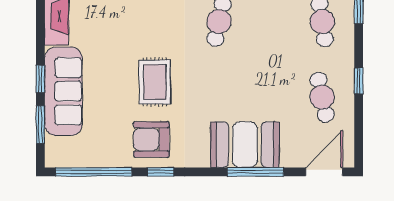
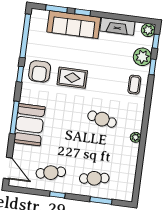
armchair: (151, 139) -> (40, 71), turned 180
window: (256, 172) -> (14, 117), moved

